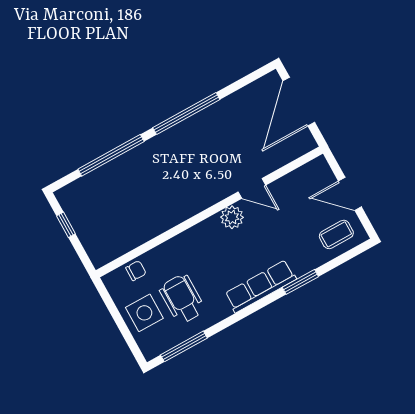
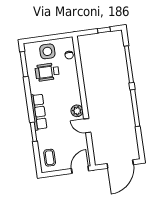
door: (299, 102) -> (120, 164), swing flipped
door: (252, 188) -> (87, 126), hinge flipped
door: (350, 194) -> (80, 170), moved
wheelchair: (182, 299) -> (47, 72), turned 180

